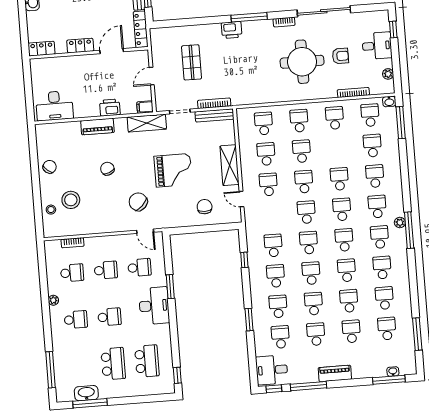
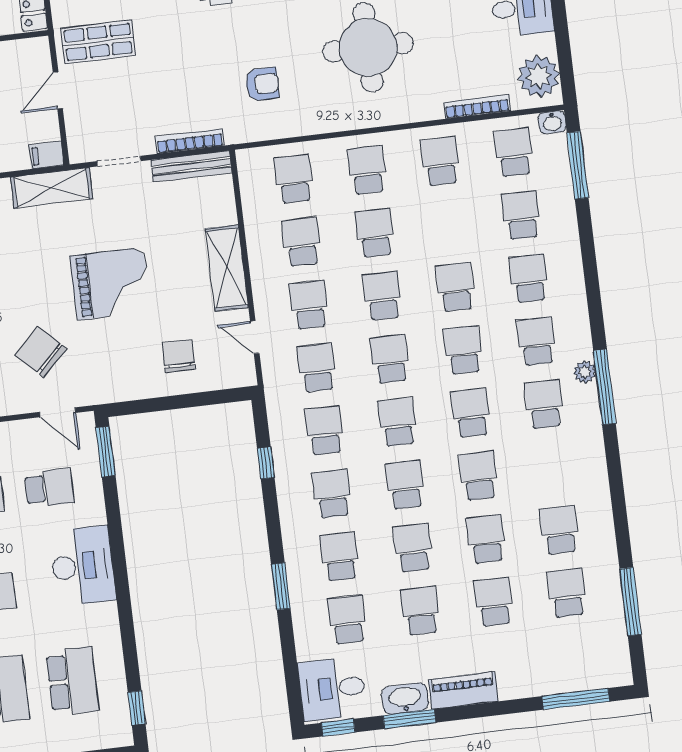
armchair: (340, 56) -> (262, 84), moved
shop shelf: (192, 62) -> (98, 42), moved, turned 90
plant: (388, 74) -> (539, 76), width x1.87, depth x1.87
school desk: (382, 268) -> (317, 368), moved
window: (170, 287) -> (106, 452), moved
washbasin: (393, 371) -> (405, 699), moved, width x1.91, depth x1.45
window: (308, 386) -> (409, 719), width x0.69

